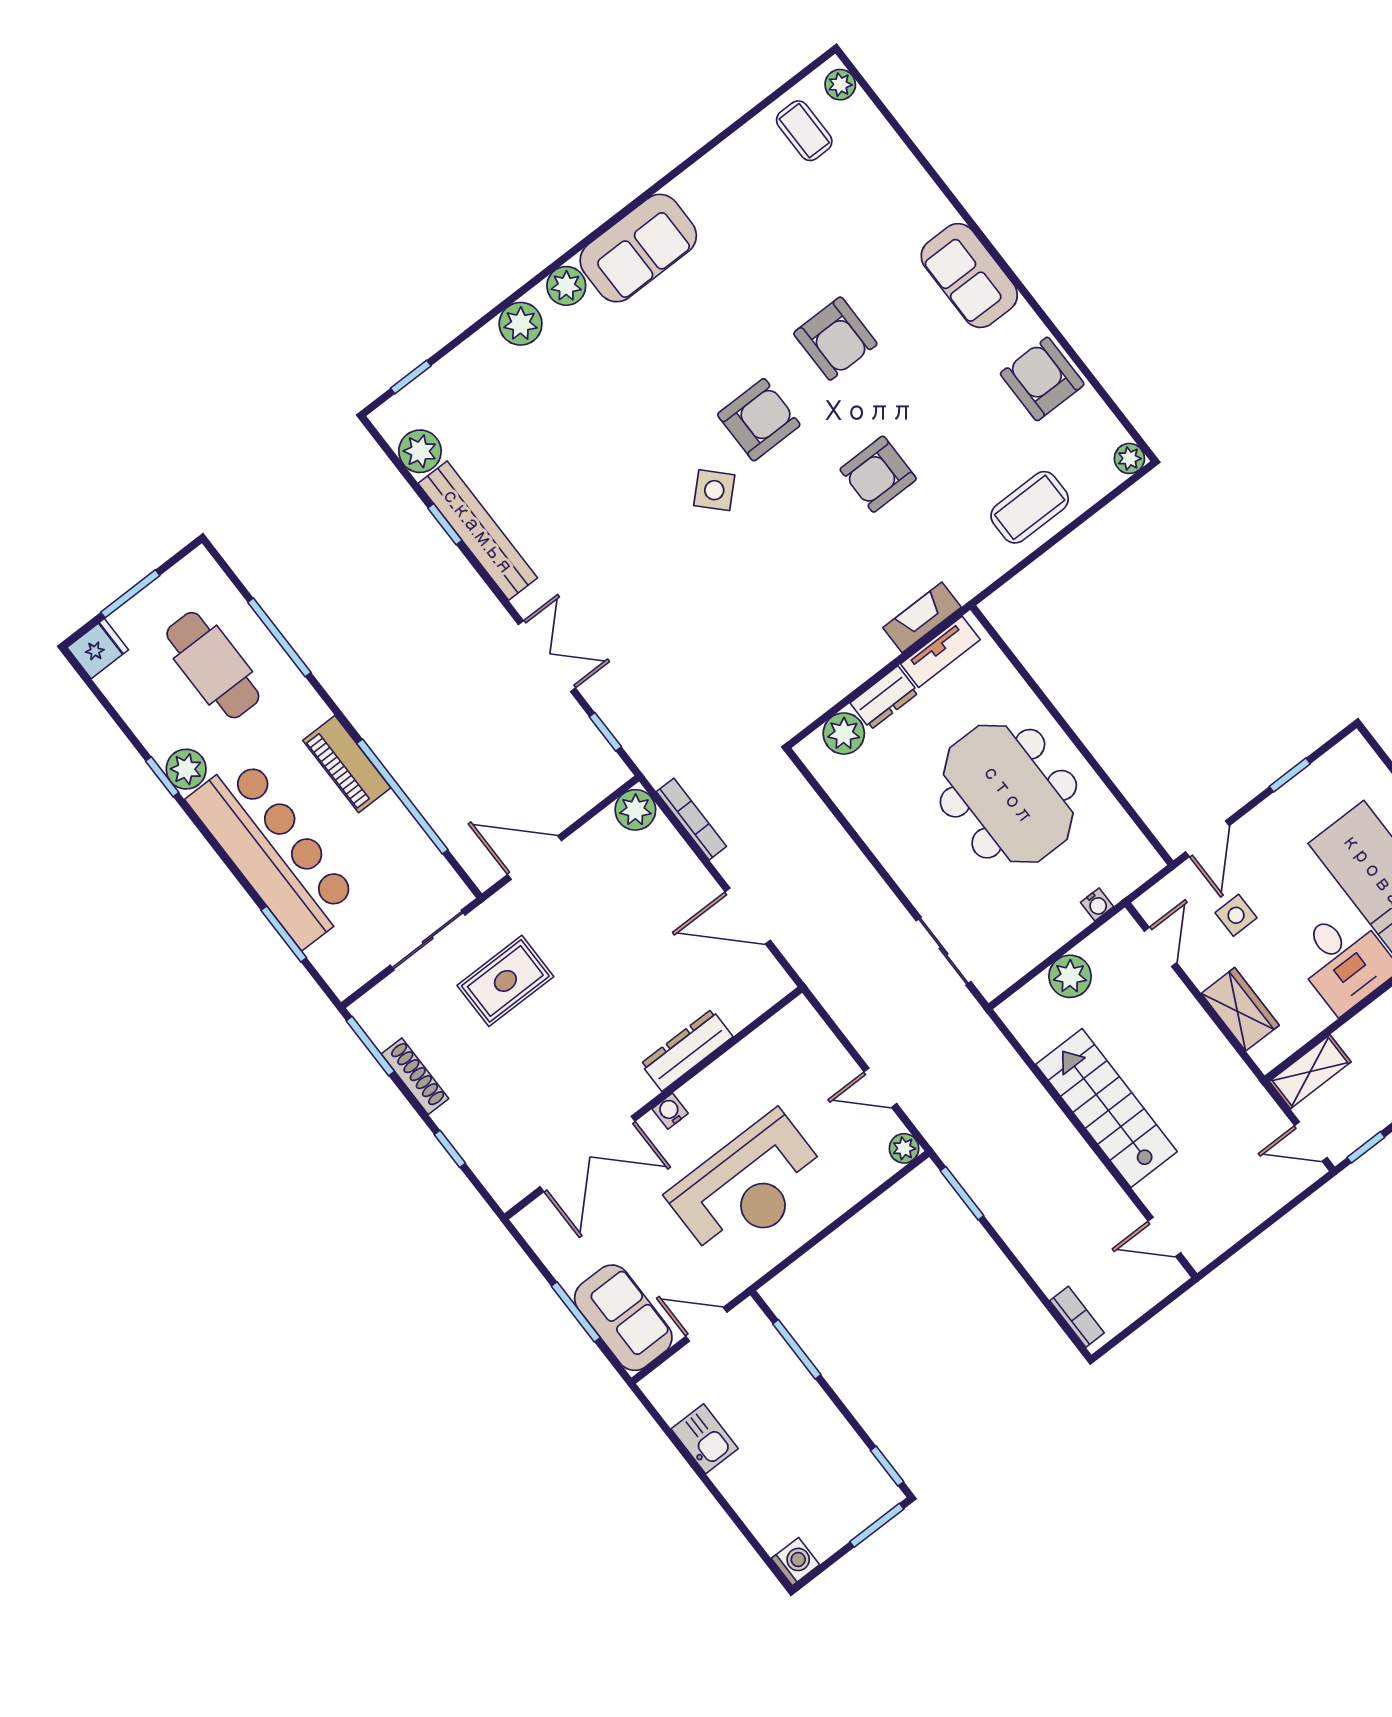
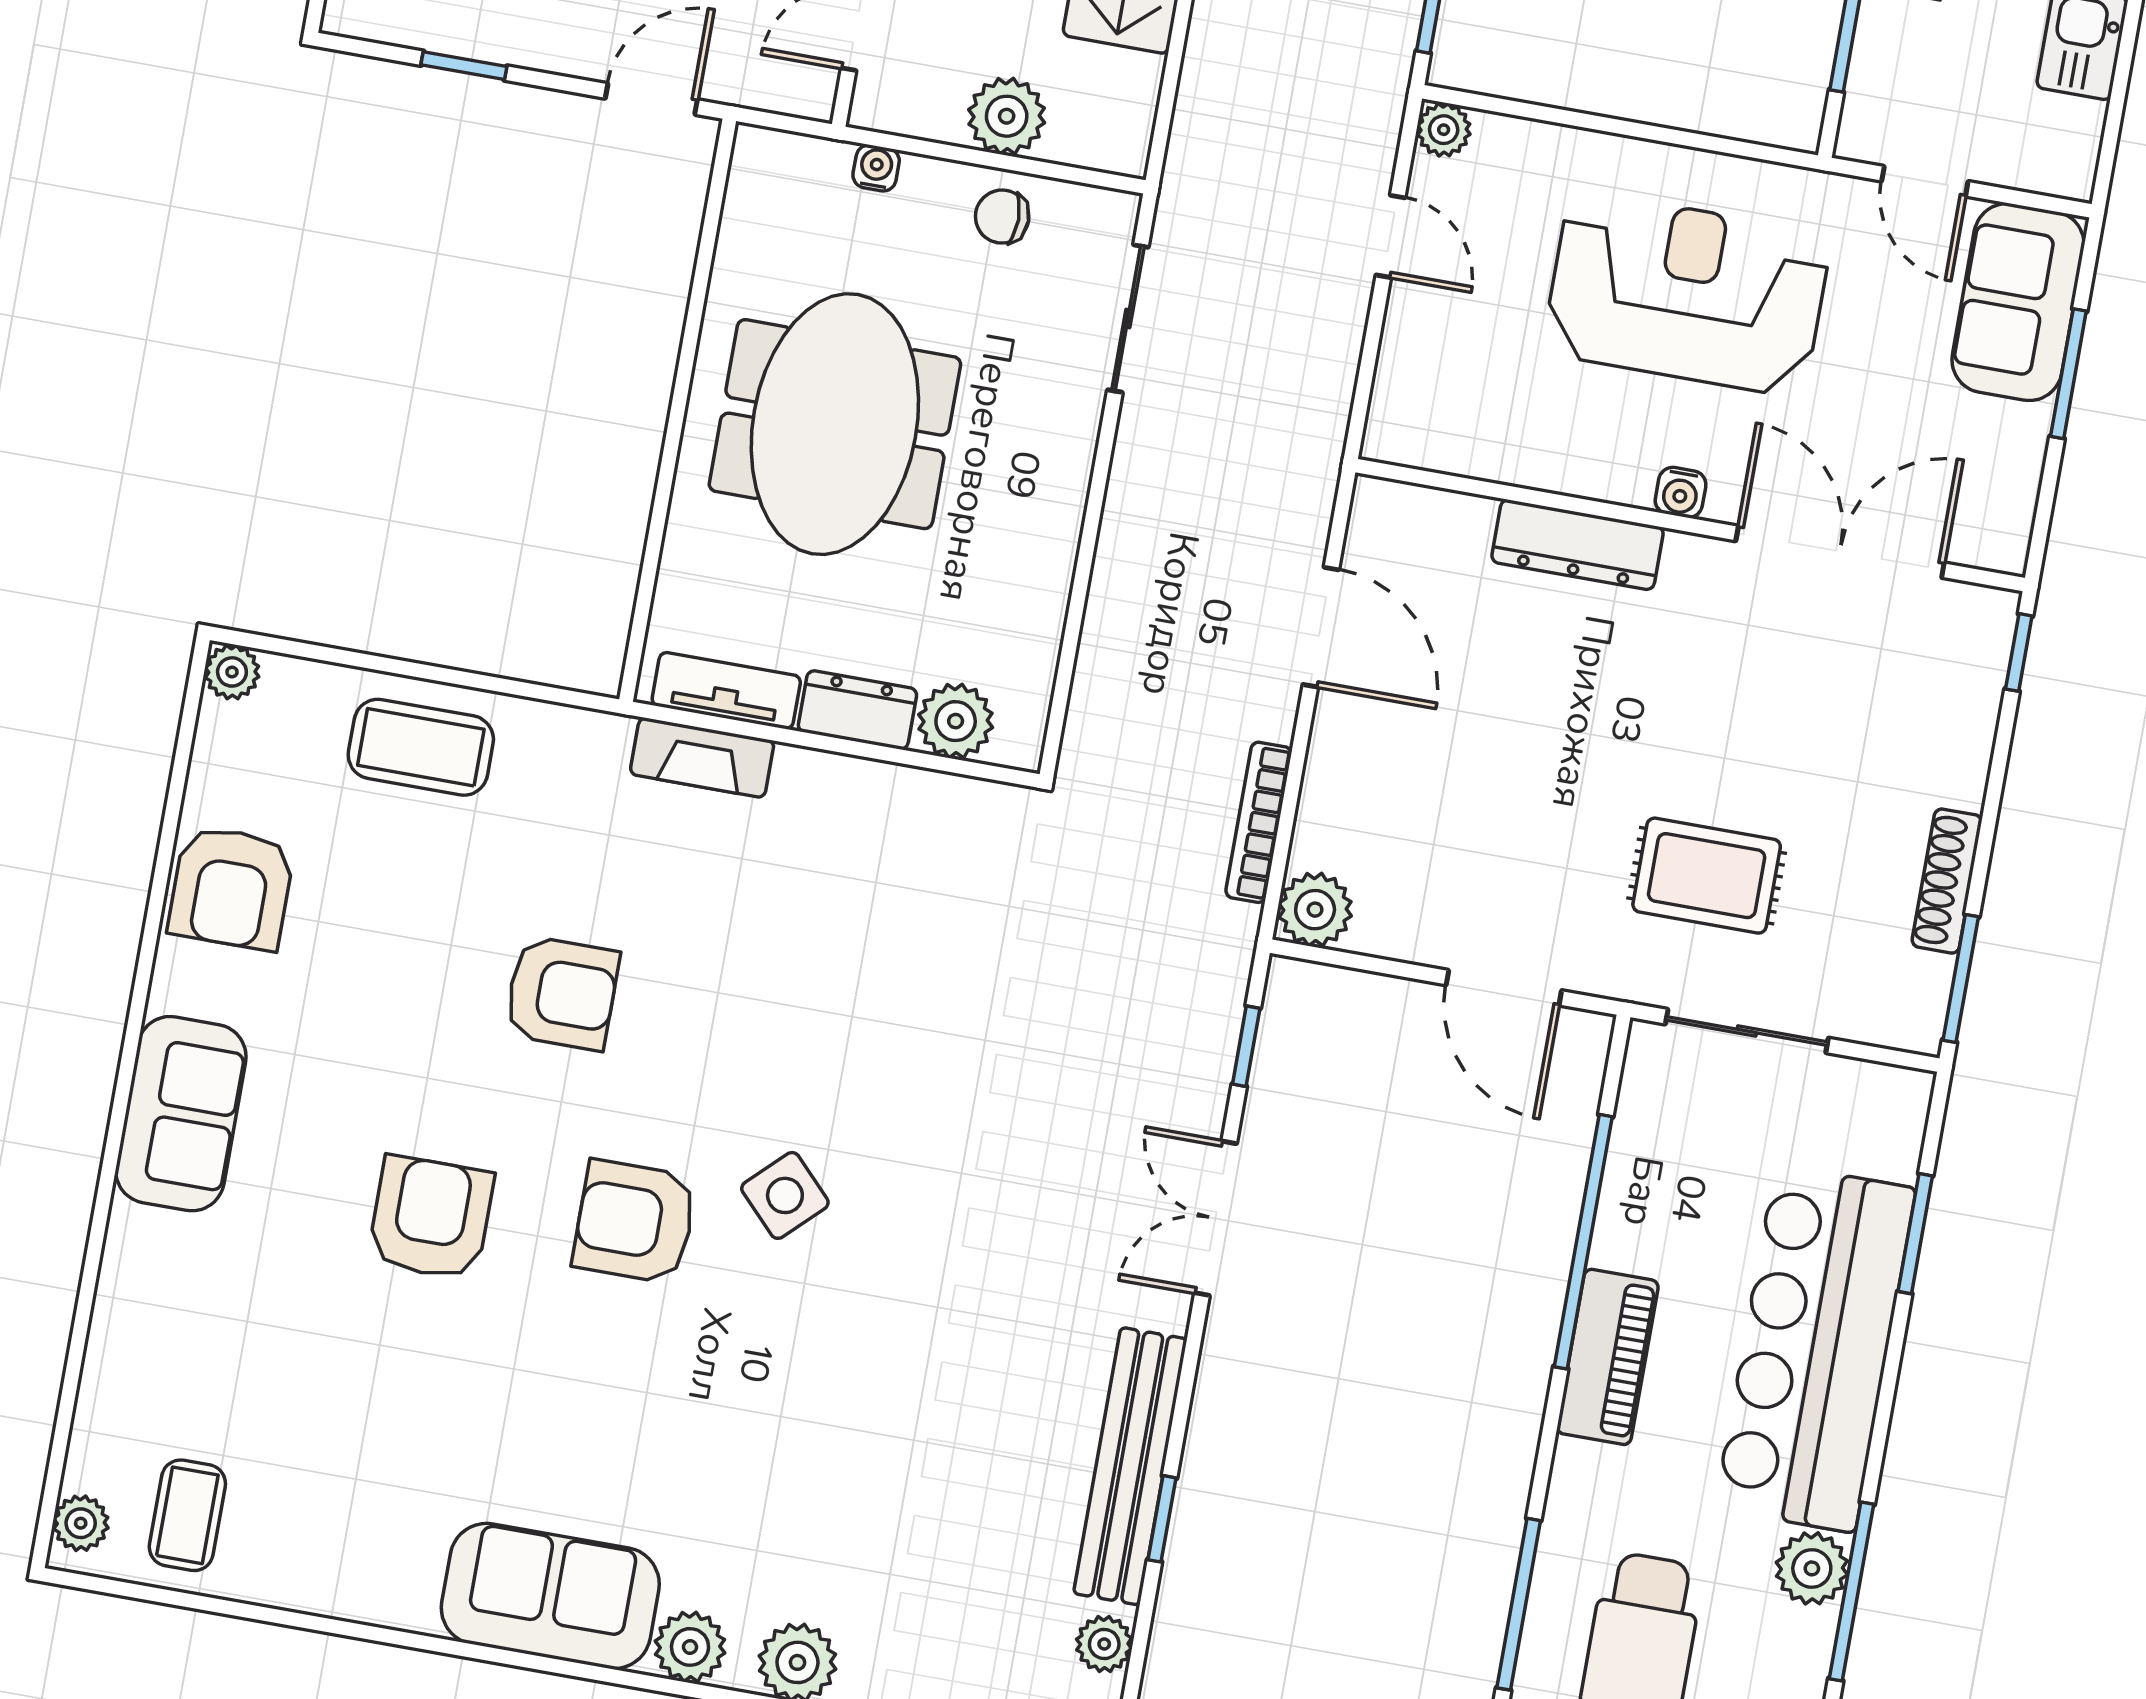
plant: (420, 451) -> (1104, 1644), width x0.73, depth x0.73
window: (162, 777) -> (1852, 1591), width x2.17
chair: (1031, 938) -> (1002, 217), added
window: (450, 1149) -> (2019, 652), moved

